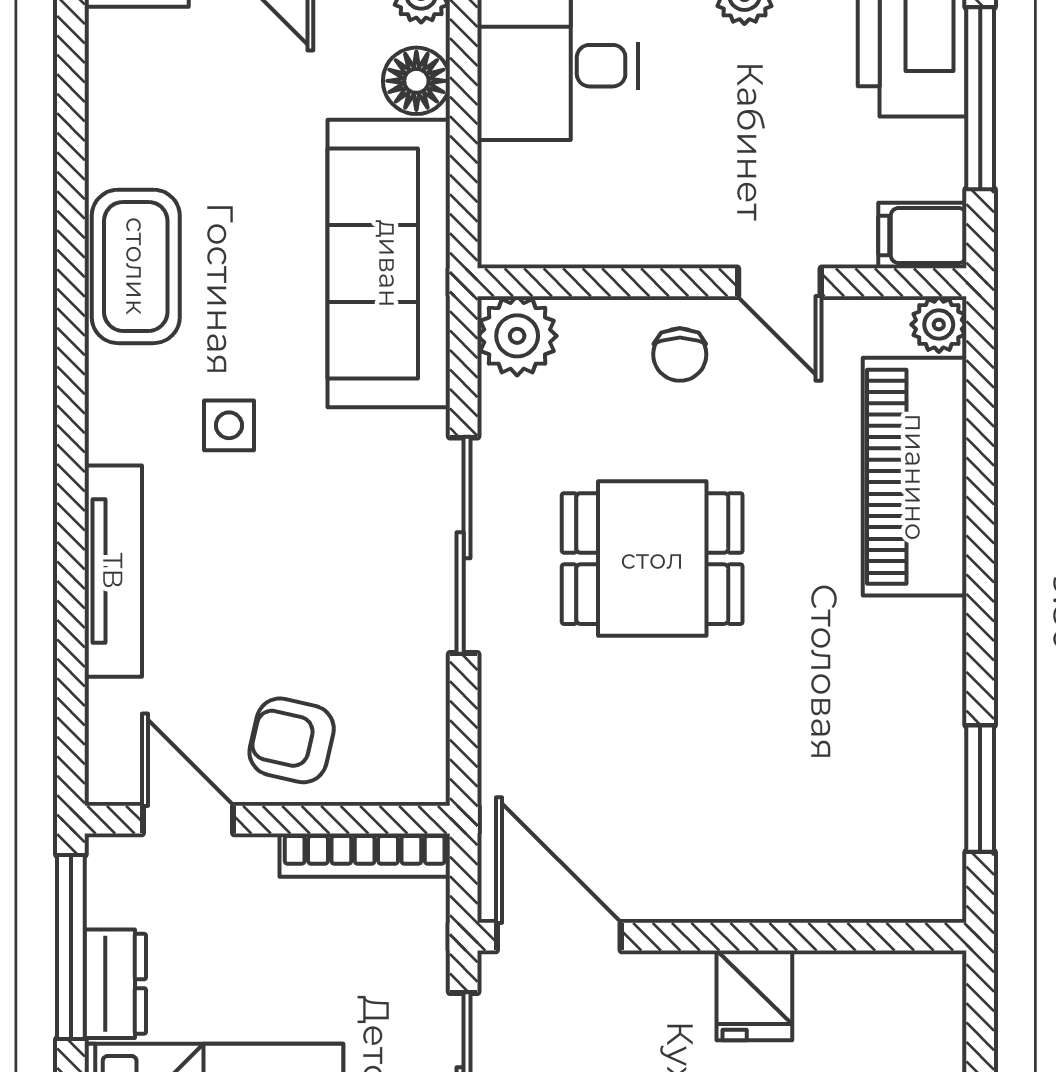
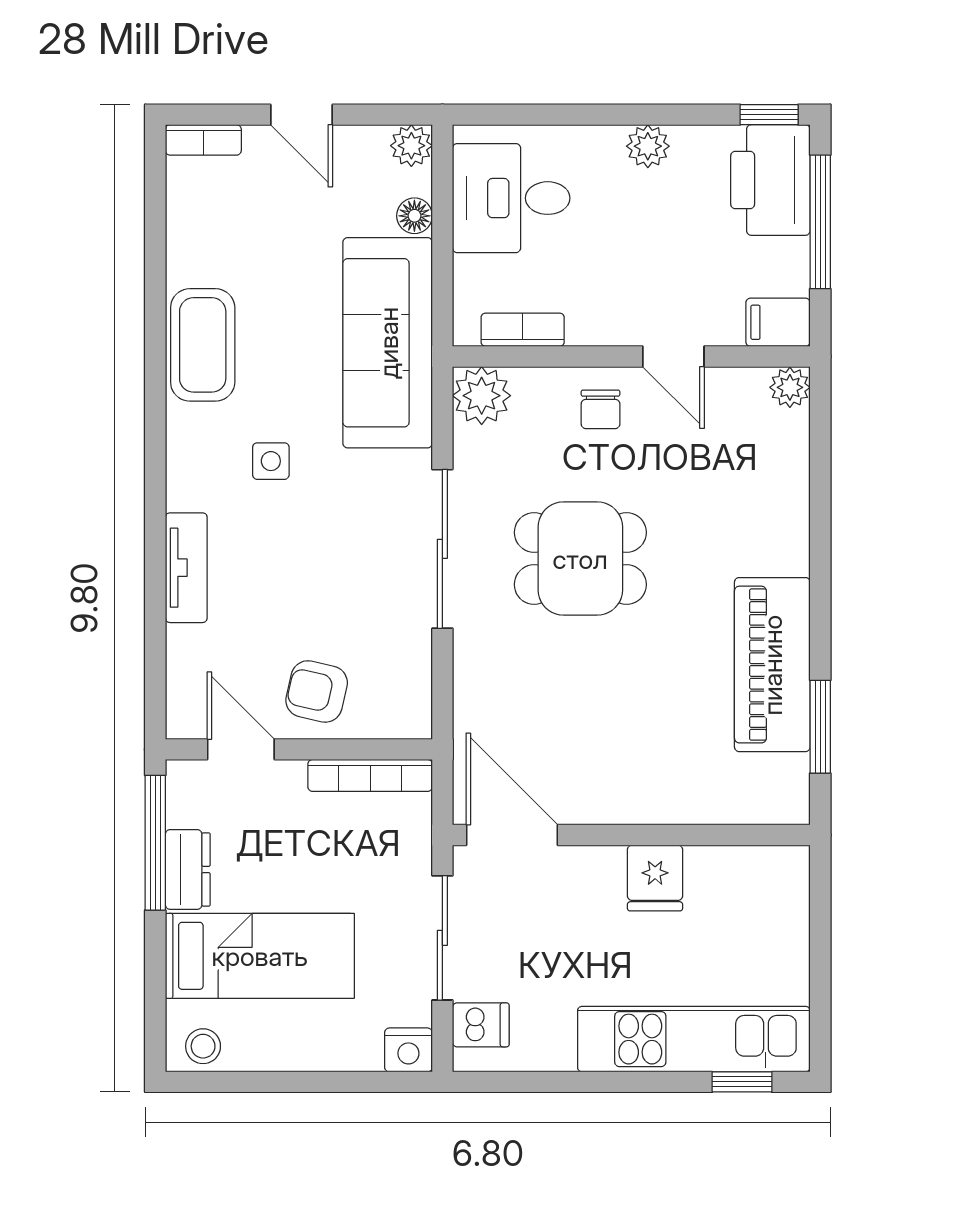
floor lamp: (416, 81) -> (414, 216), width x0.73, depth x0.73
bookcase: (573, 246) -> (523, 330), added
piano: (915, 477) -> (772, 665), moved
tv unit: (113, 571) -> (186, 568), width x0.71

